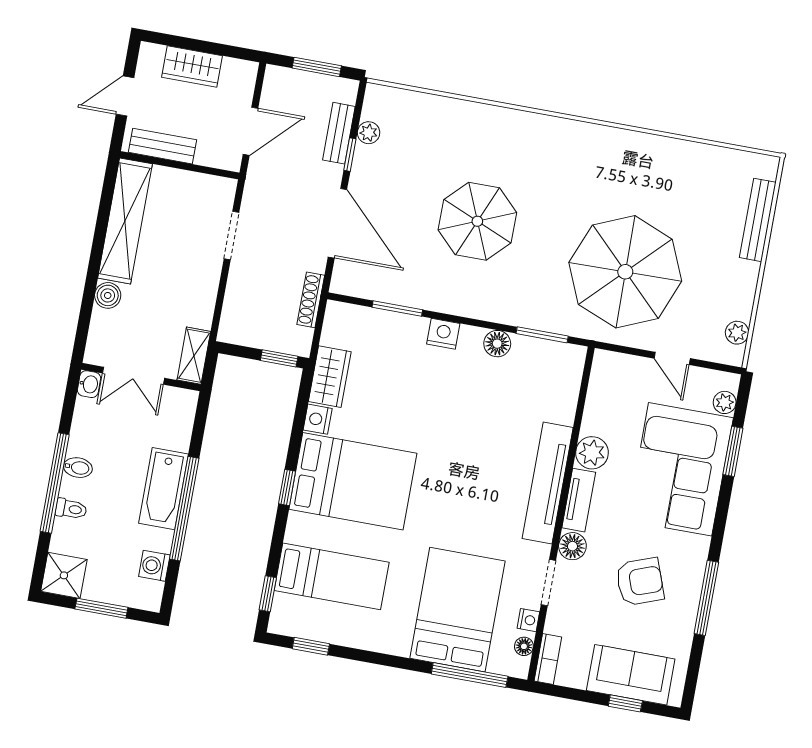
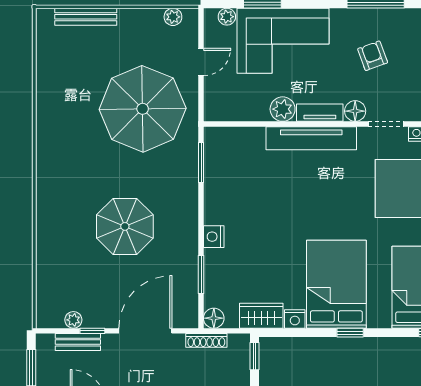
floor lamp: (497, 344) -> (214, 318), moved
armchair: (640, 582) -> (373, 56), width x0.72, depth x0.72

